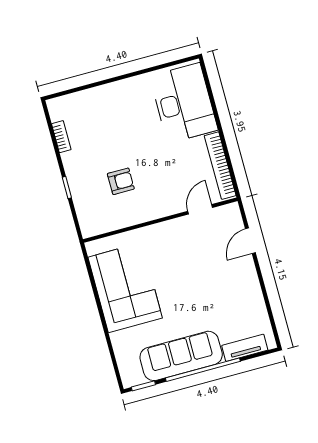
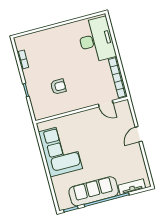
door: (200, 209) -> (106, 104), swing flipped
door: (250, 241) -> (139, 134), moved

